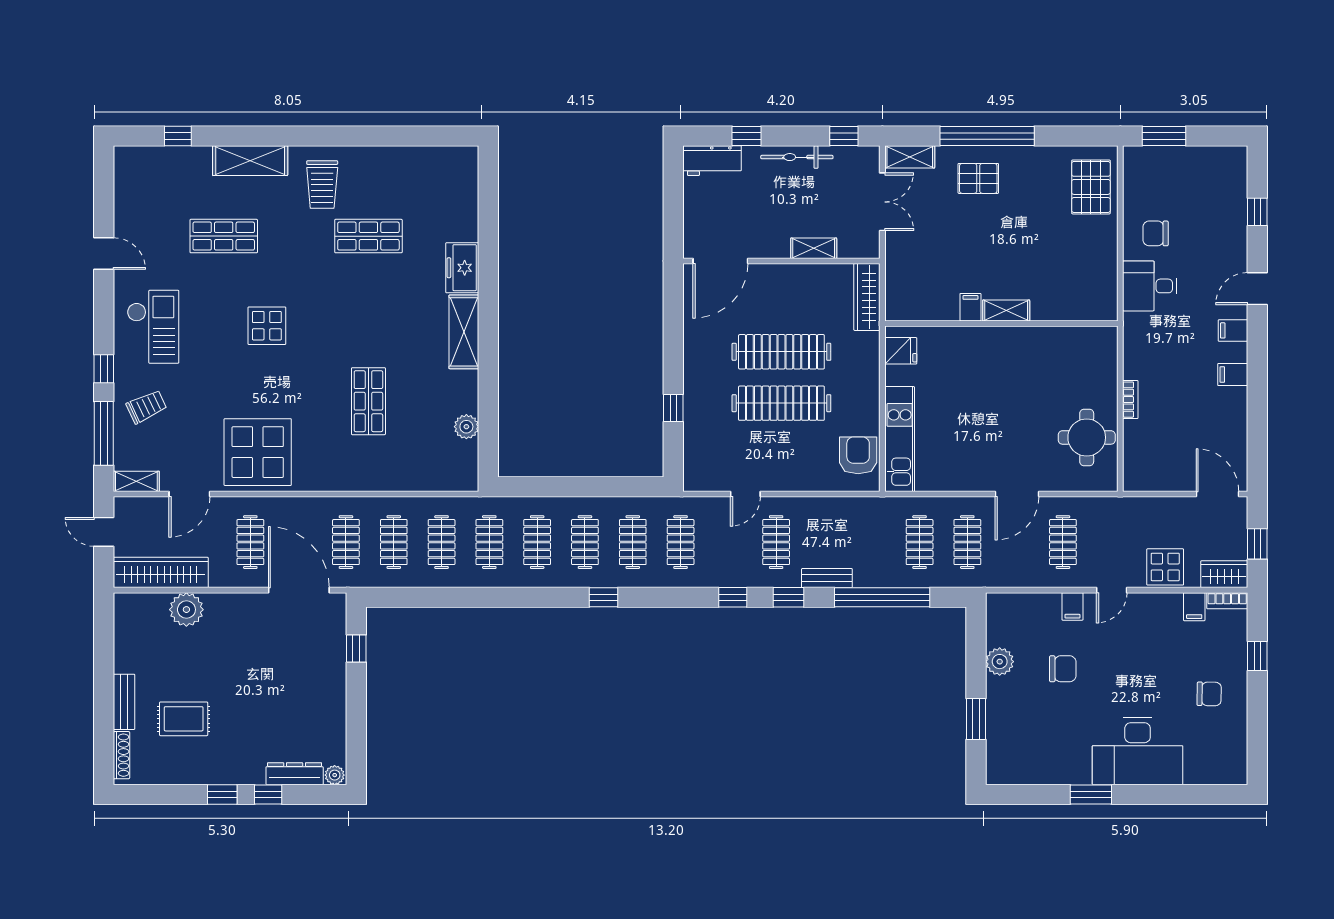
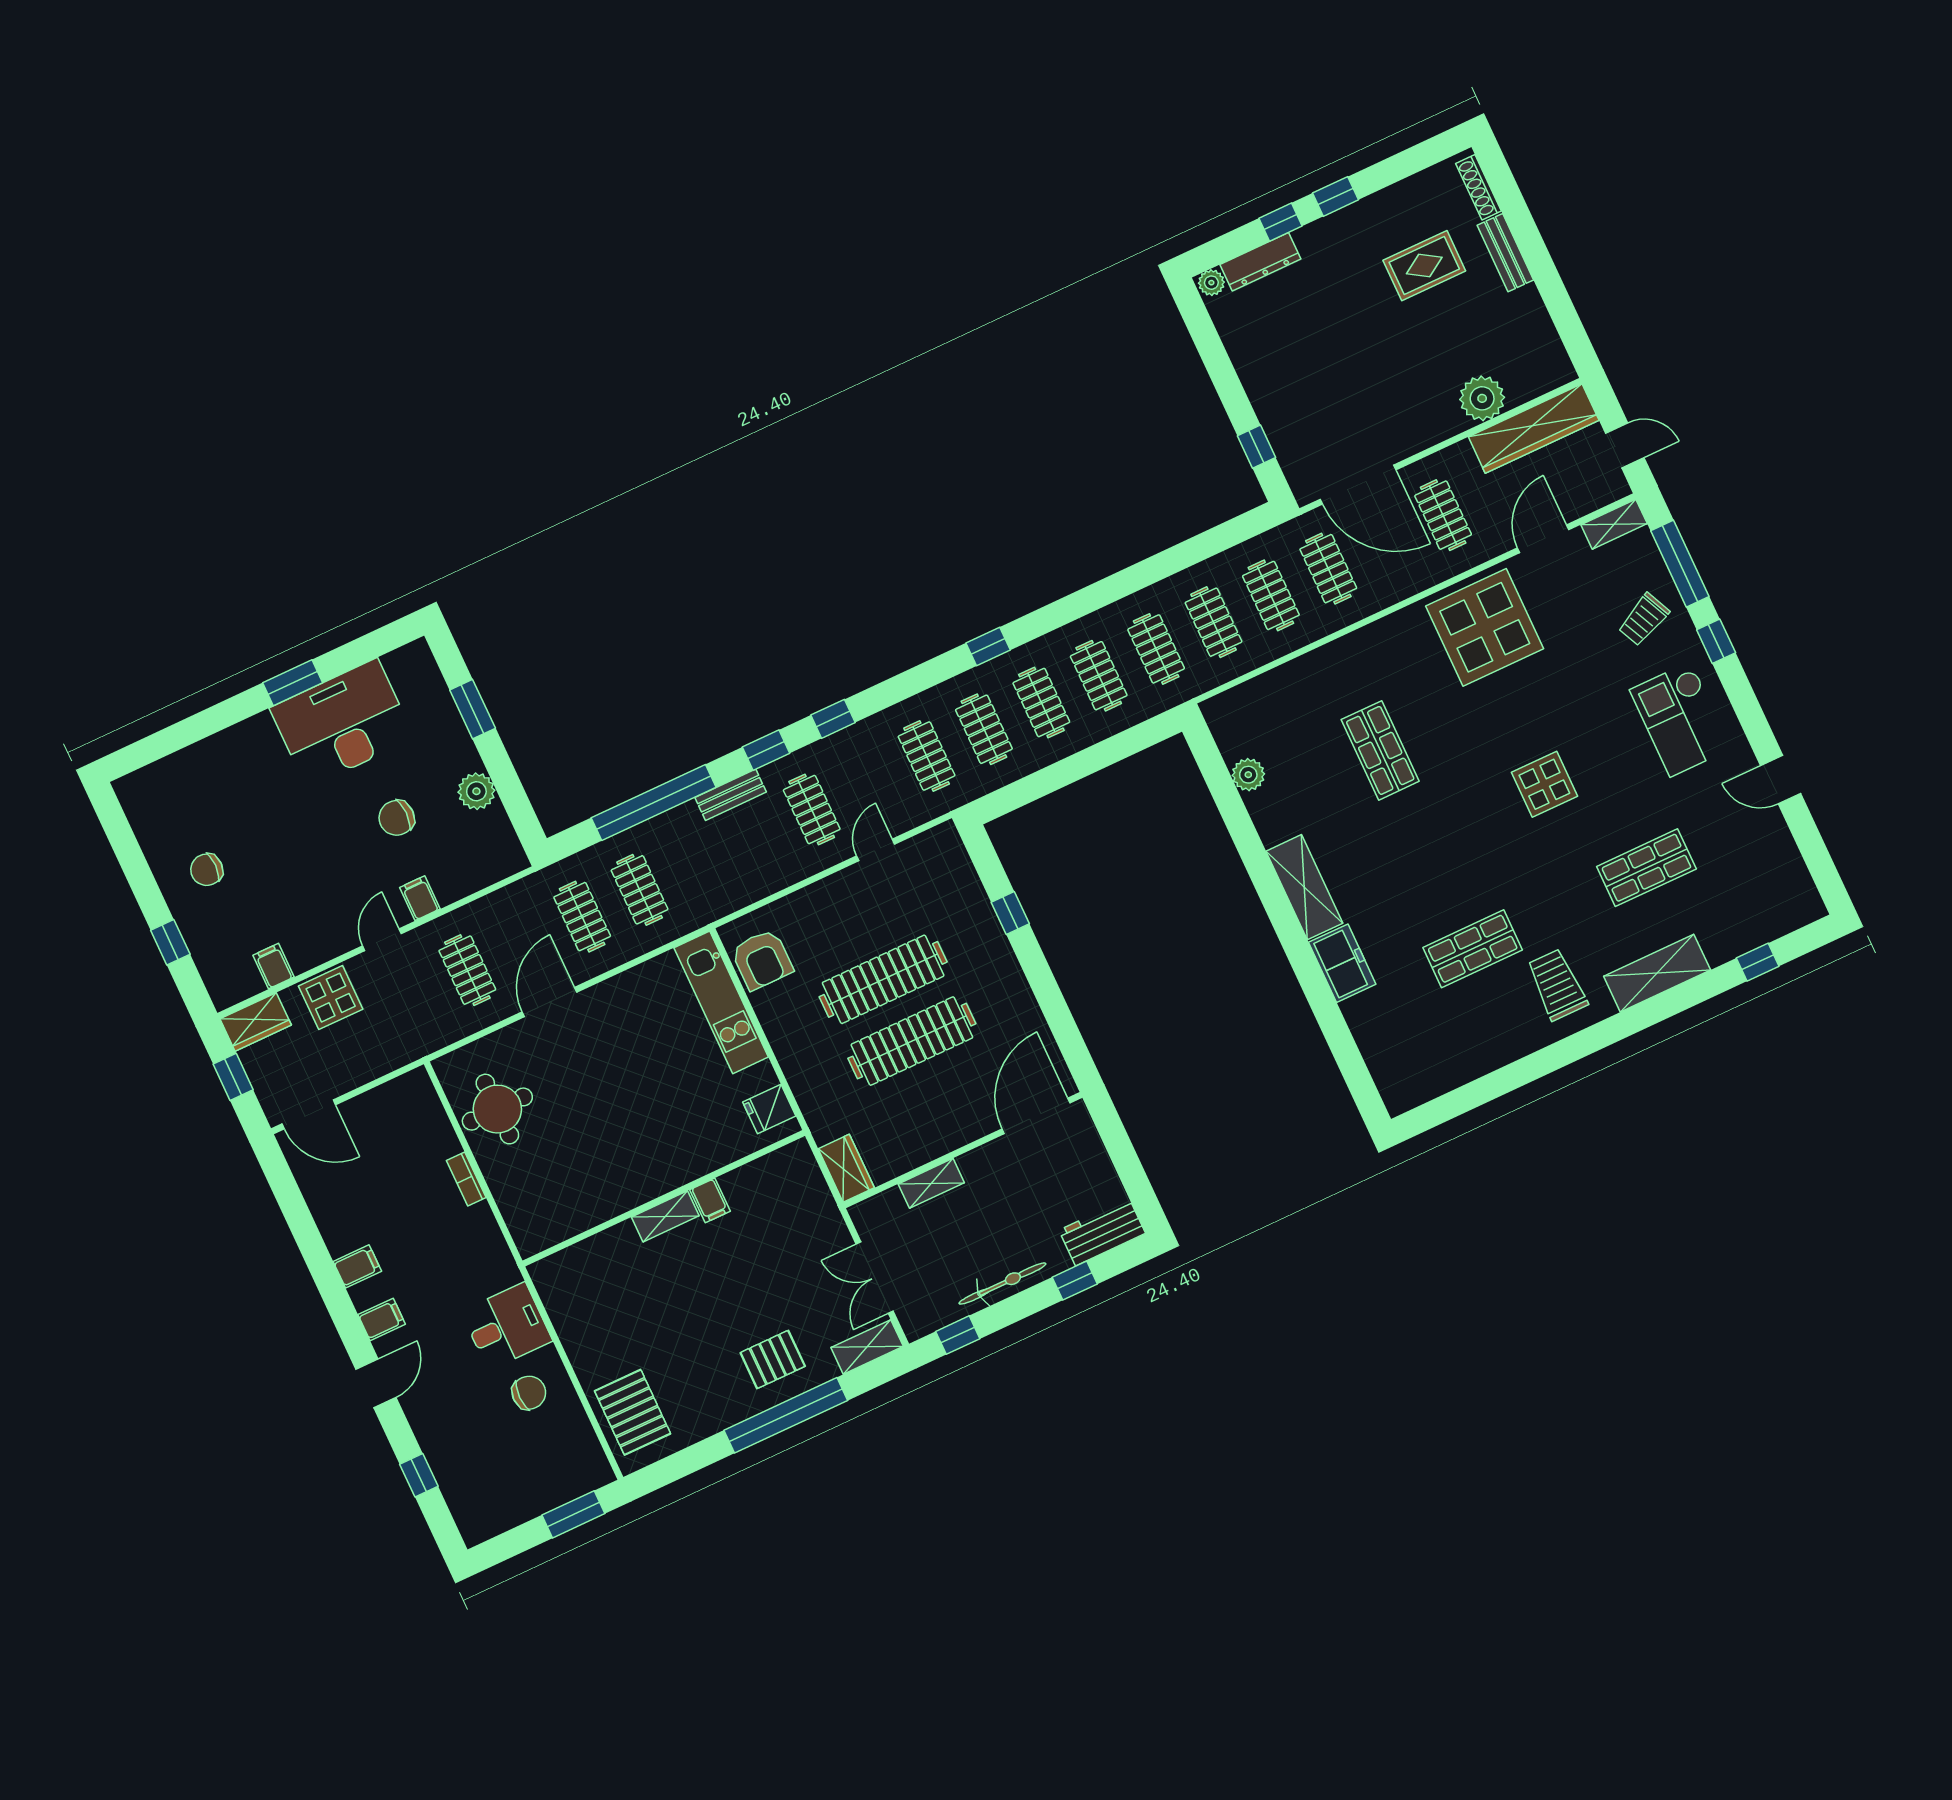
wardrobe: (867, 297) -> (846, 1168), width x0.67
bookcase: (1227, 601) -> (237, 992), removed
desk: (1138, 751) -> (342, 723), moved

